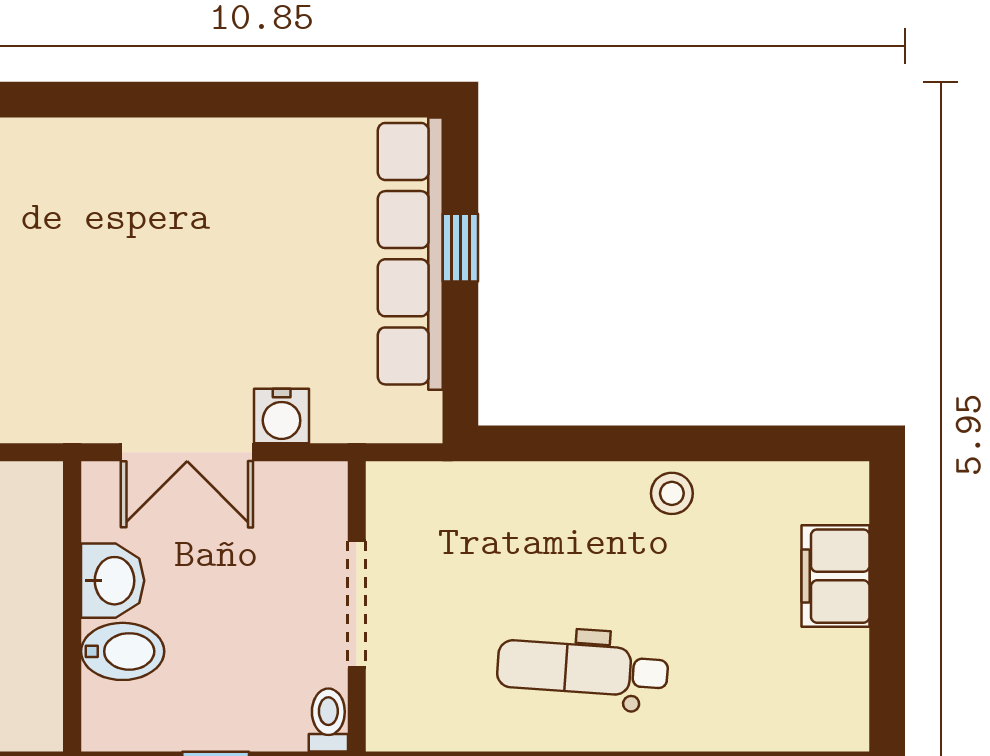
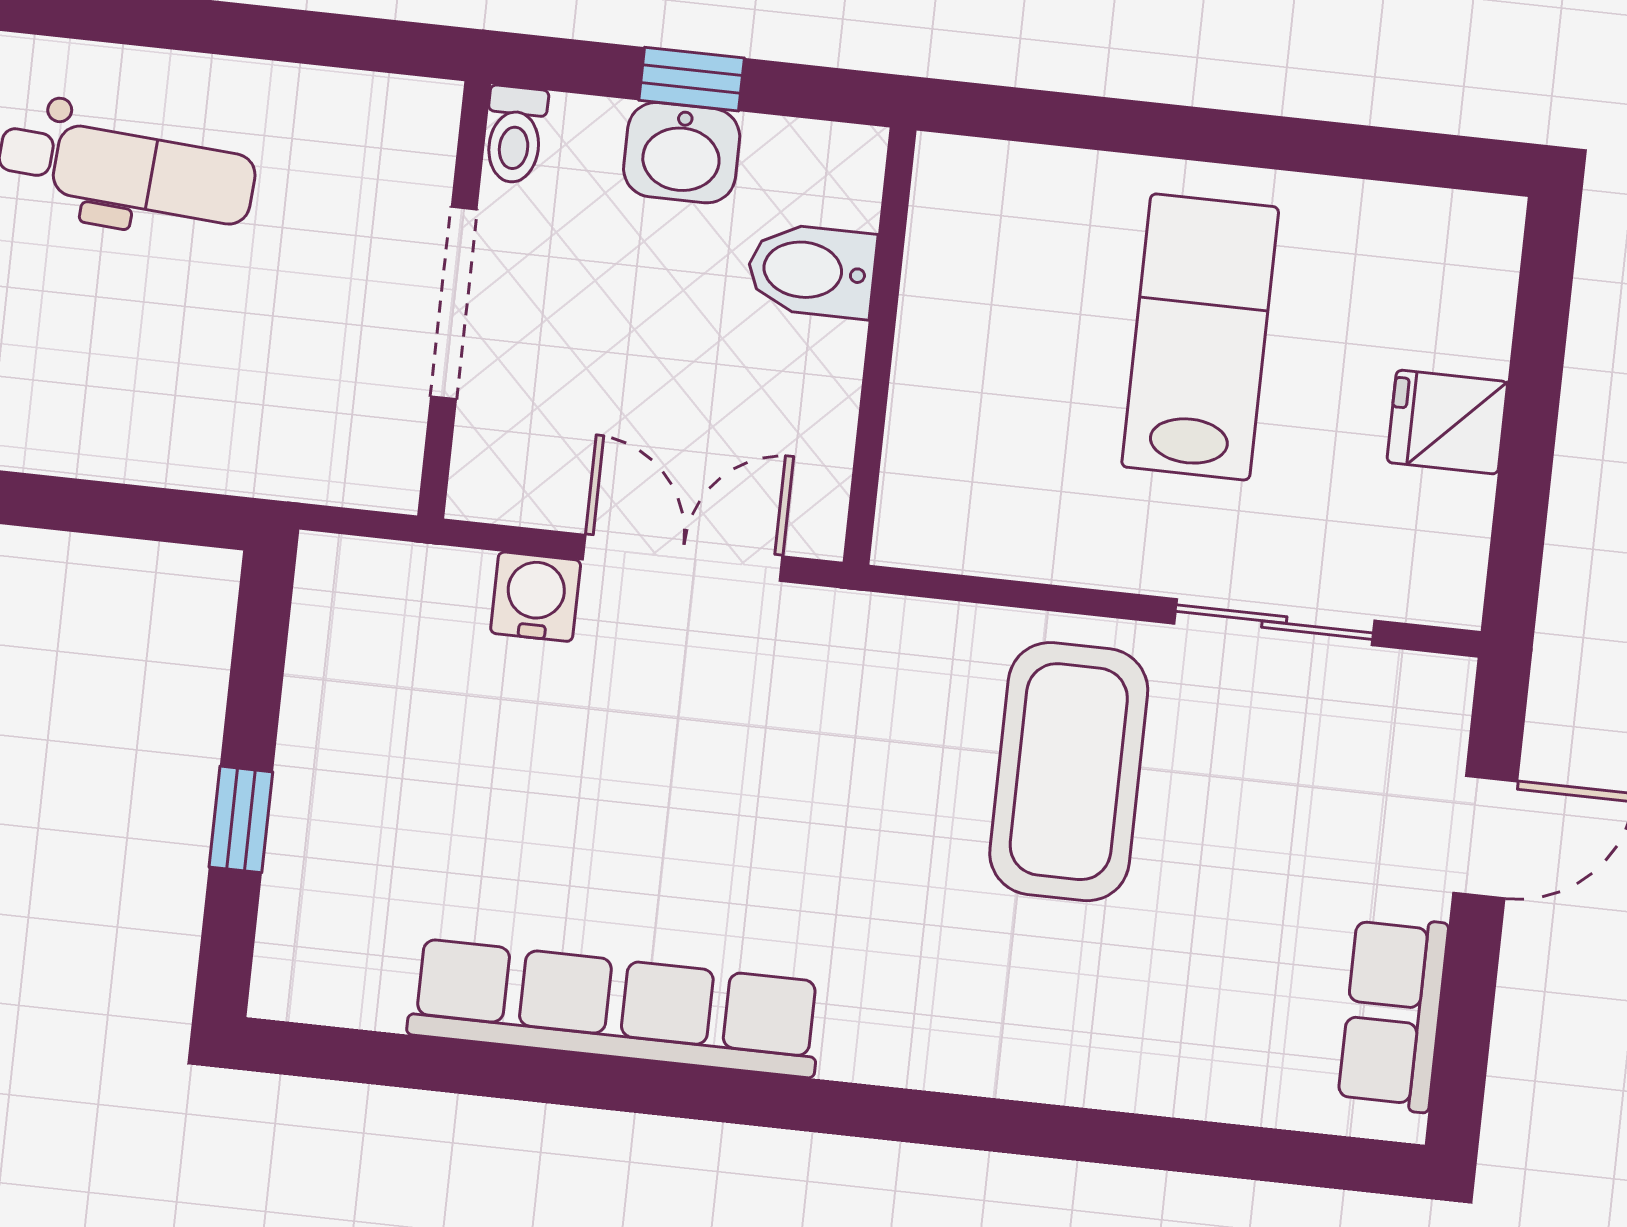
row of seats: (410, 254) -> (615, 1008), moved, turned -90
washbasin: (113, 581) -> (682, 153), moved, turned -90

